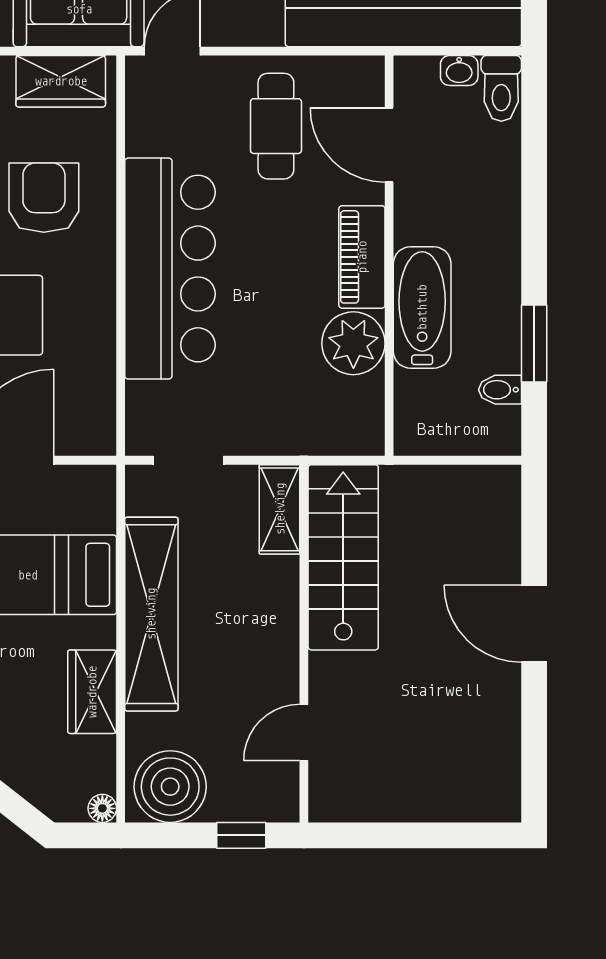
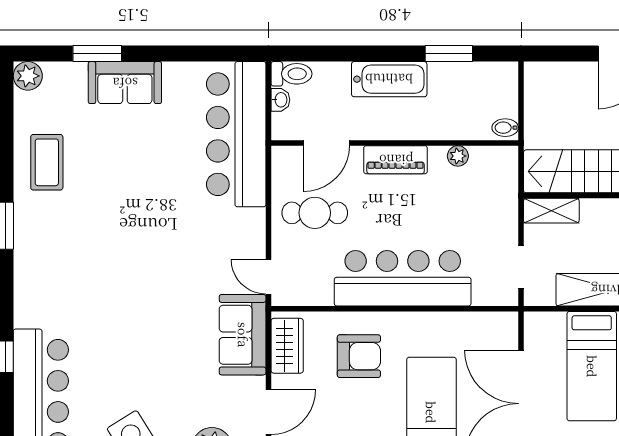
armchair: (44, 198) -> (359, 356), turned 180
bathtub: (422, 307) -> (389, 79), moved, turned 180
plant: (353, 343) -> (458, 156), width x0.53, depth x0.53
bidet: (500, 390) -> (505, 128), moved, turned 90

